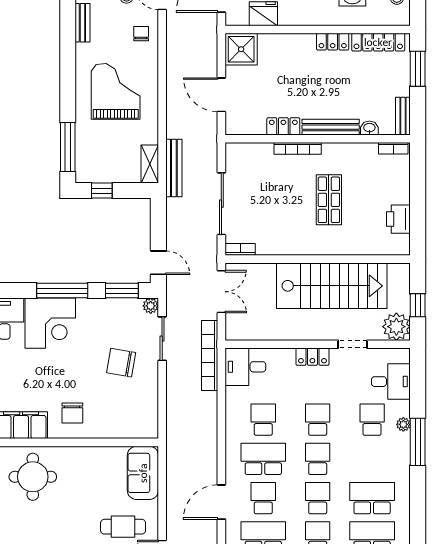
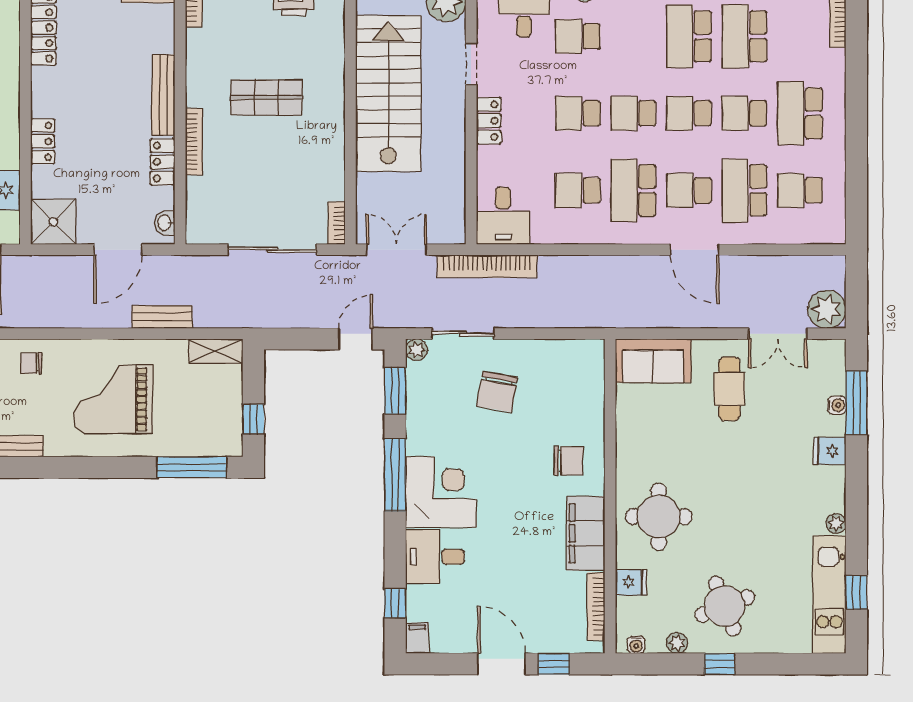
locker: (333, 42) -> (43, 141), moved
washbasin: (369, 128) -> (165, 223), moved
bench: (174, 168) -> (162, 317), moved, width x0.73

